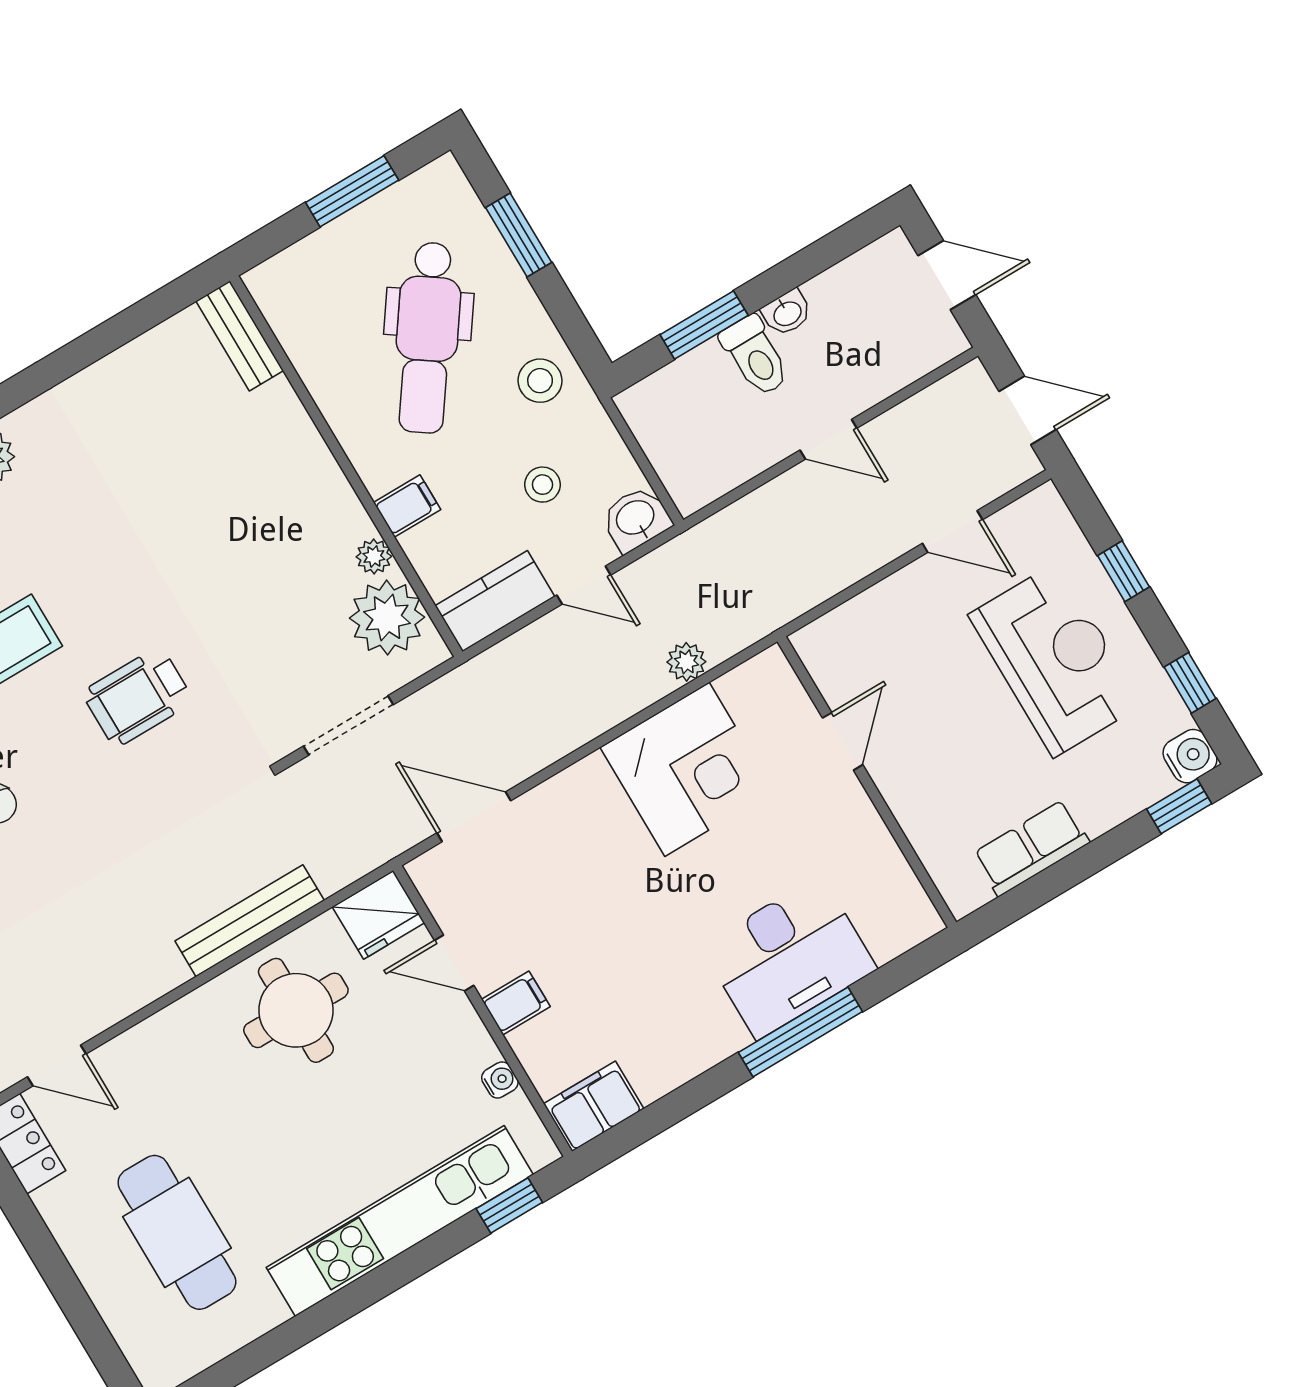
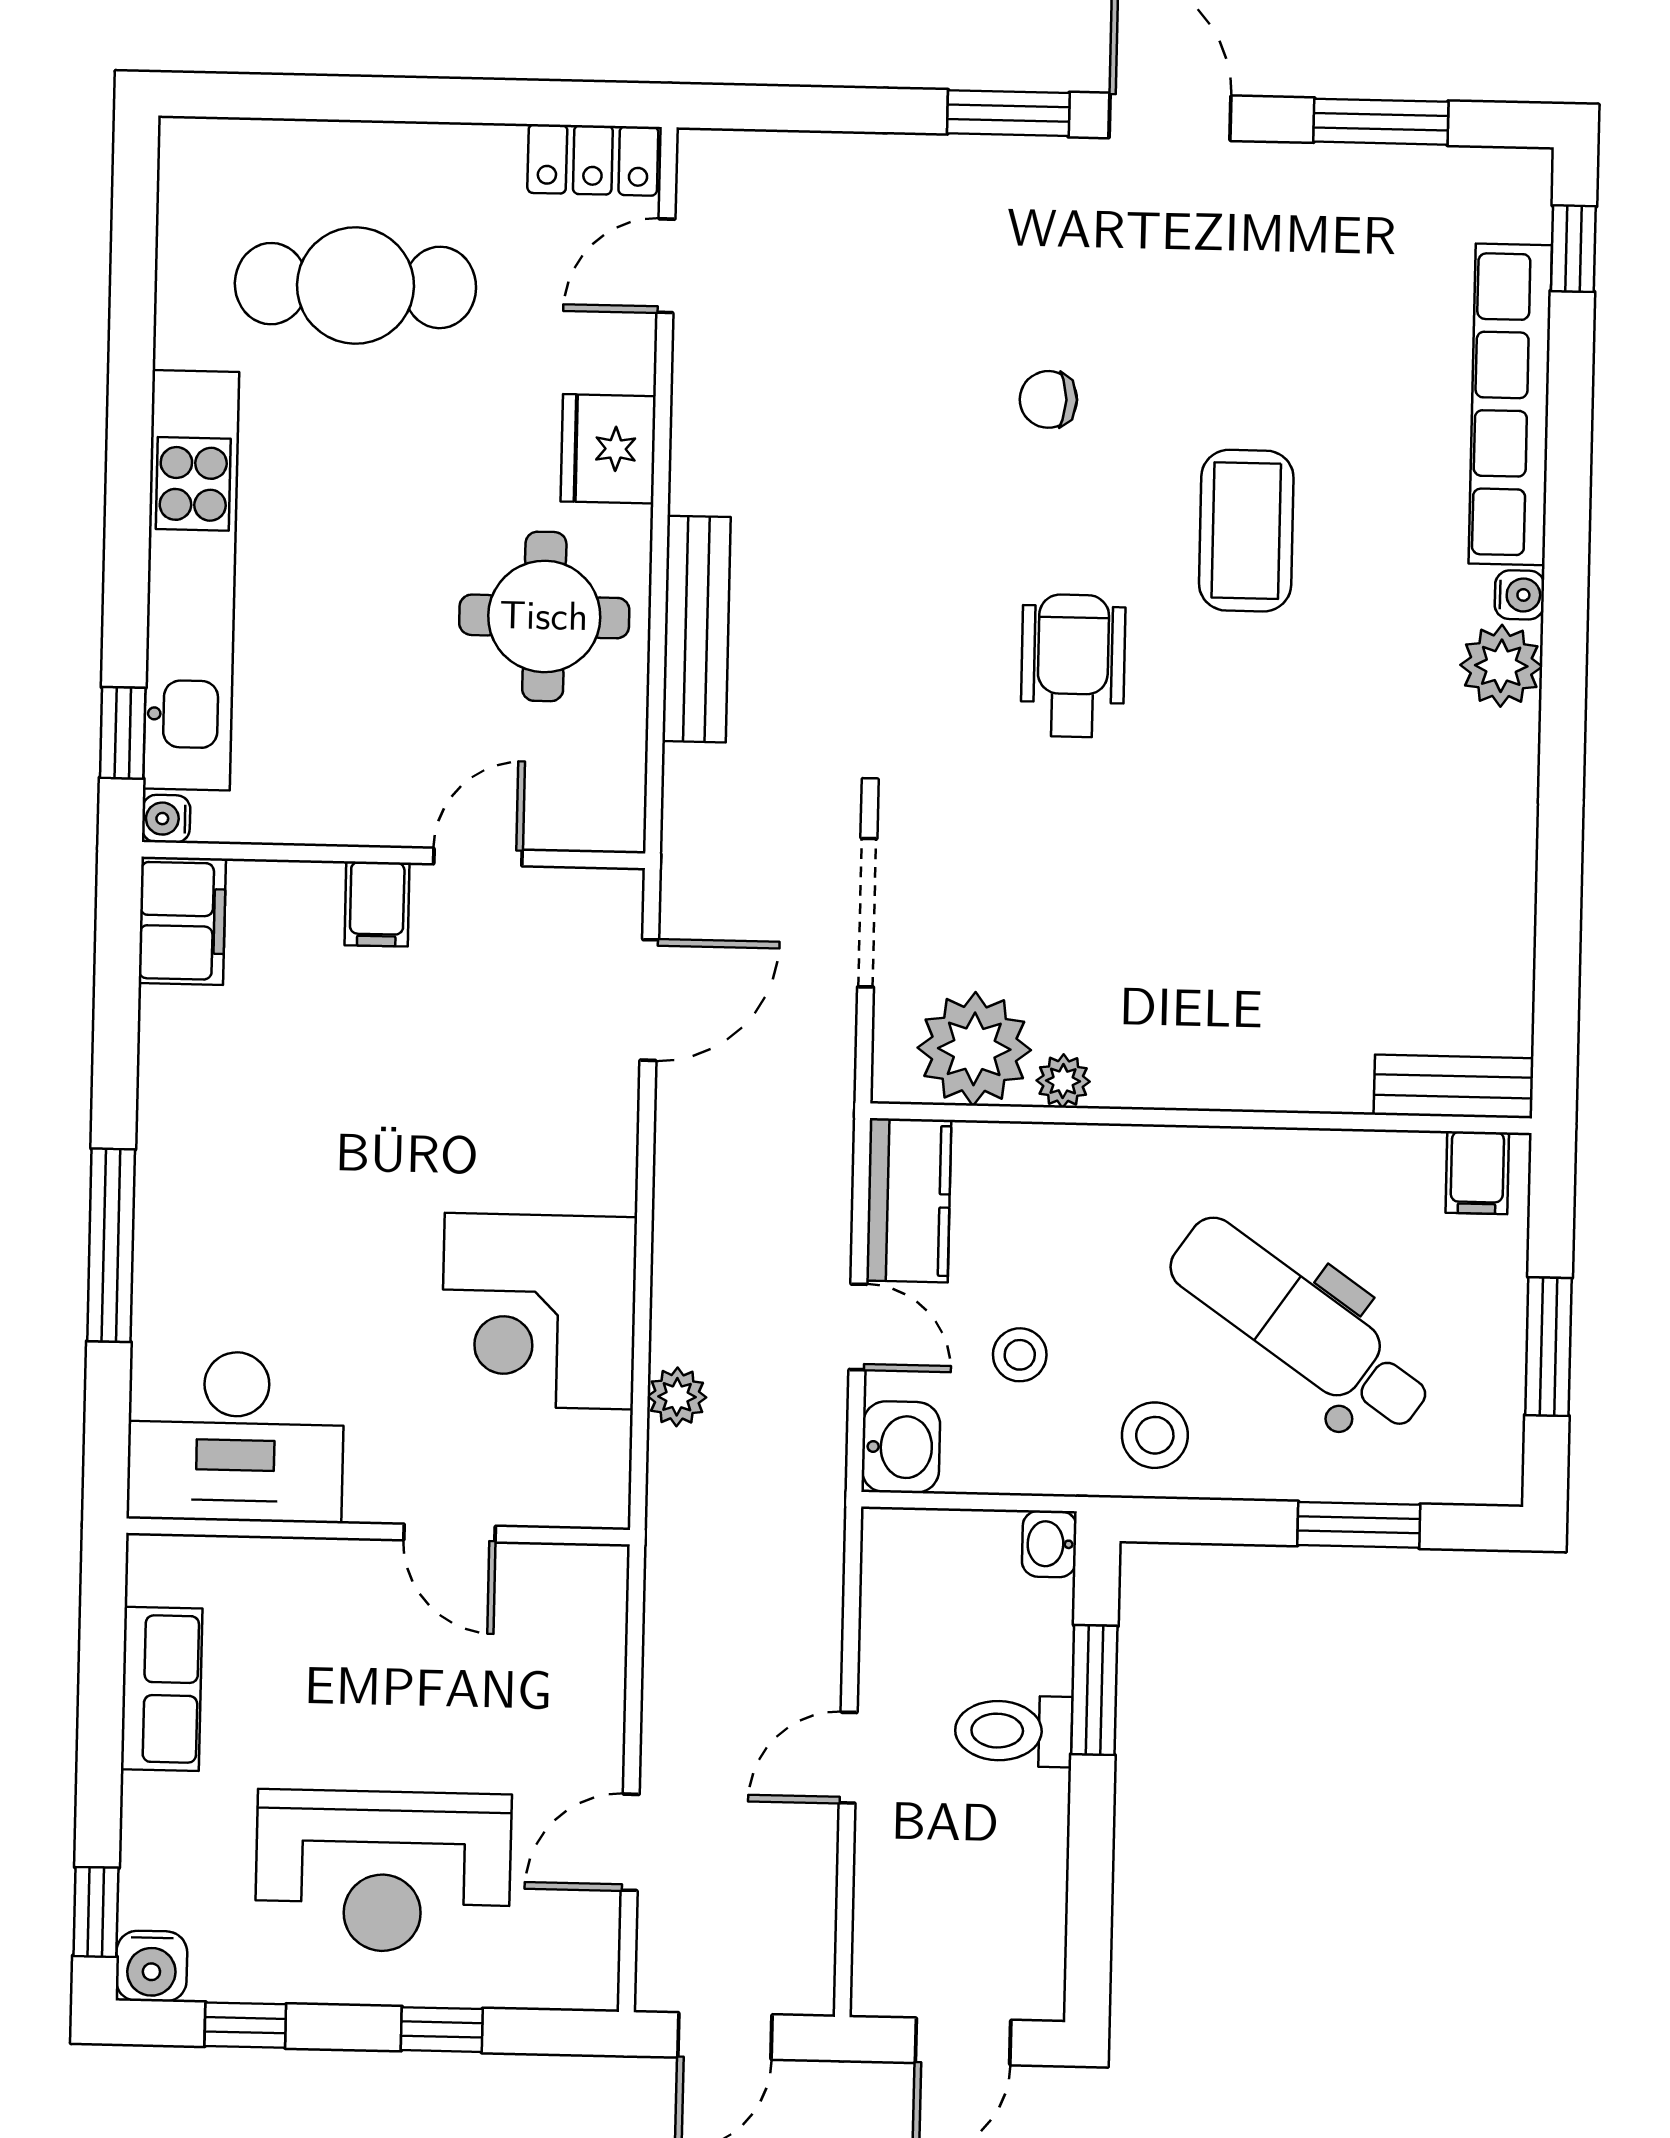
washbasin: (787, 313) -> (1049, 1544), moved
filing cabinet: (407, 506) -> (1477, 1173), moved
door: (584, 585) -> (858, 1327), swing flipped
fridge: (378, 915) -> (608, 449), moved
desk: (789, 957) -> (236, 1437), moved, turned -90
water cooler: (500, 1080) -> (166, 819), moved, turned 90

